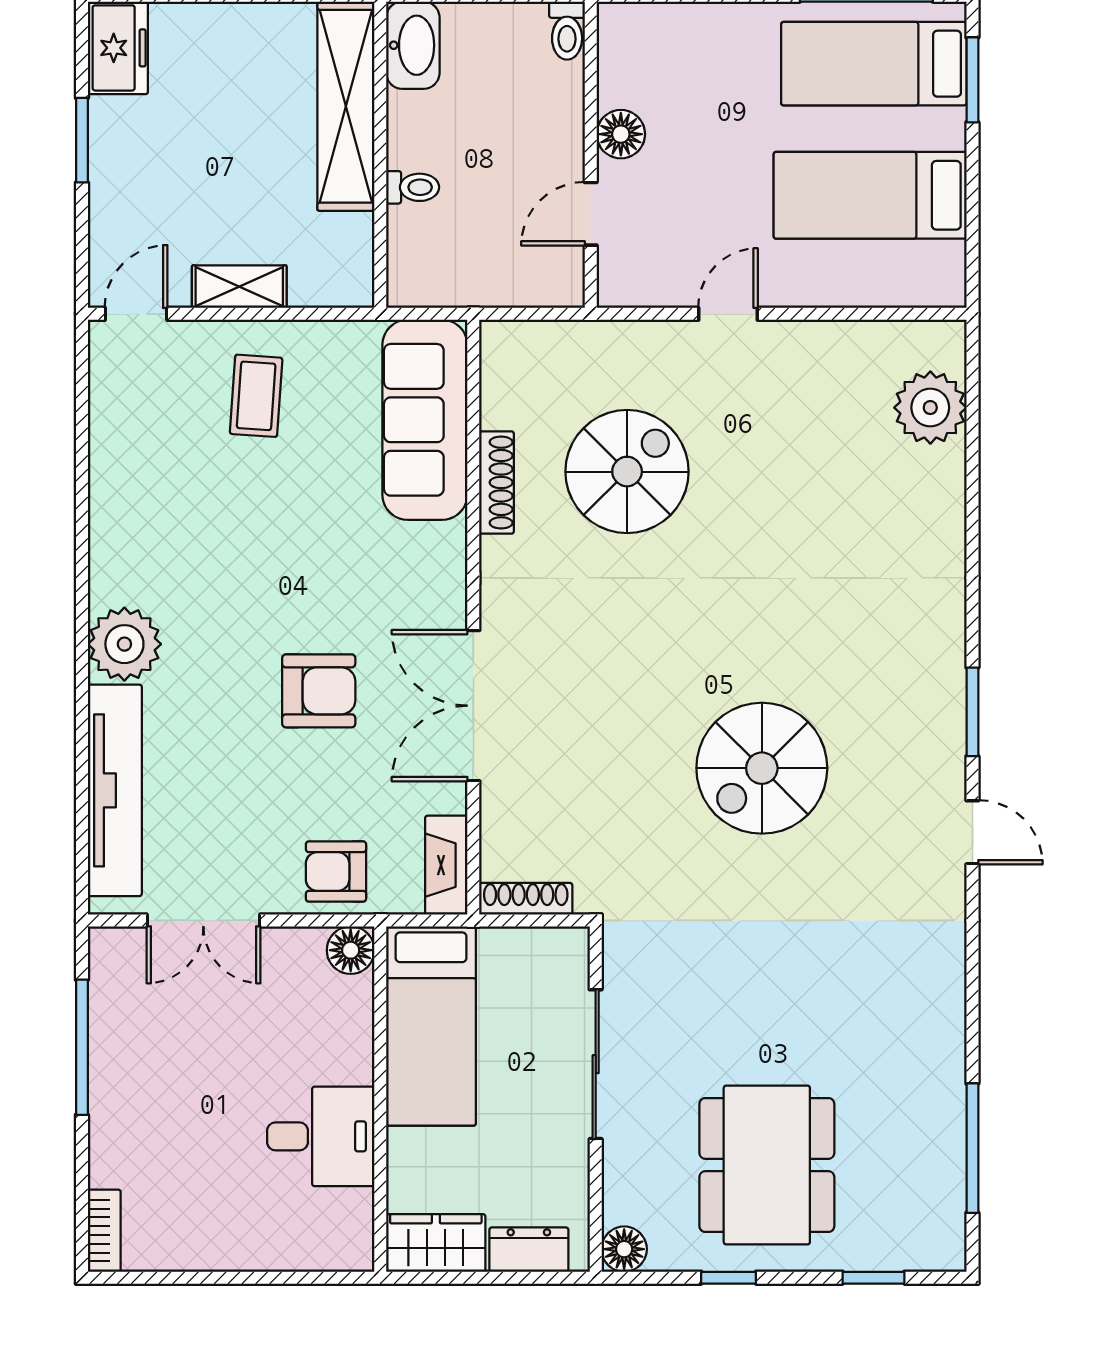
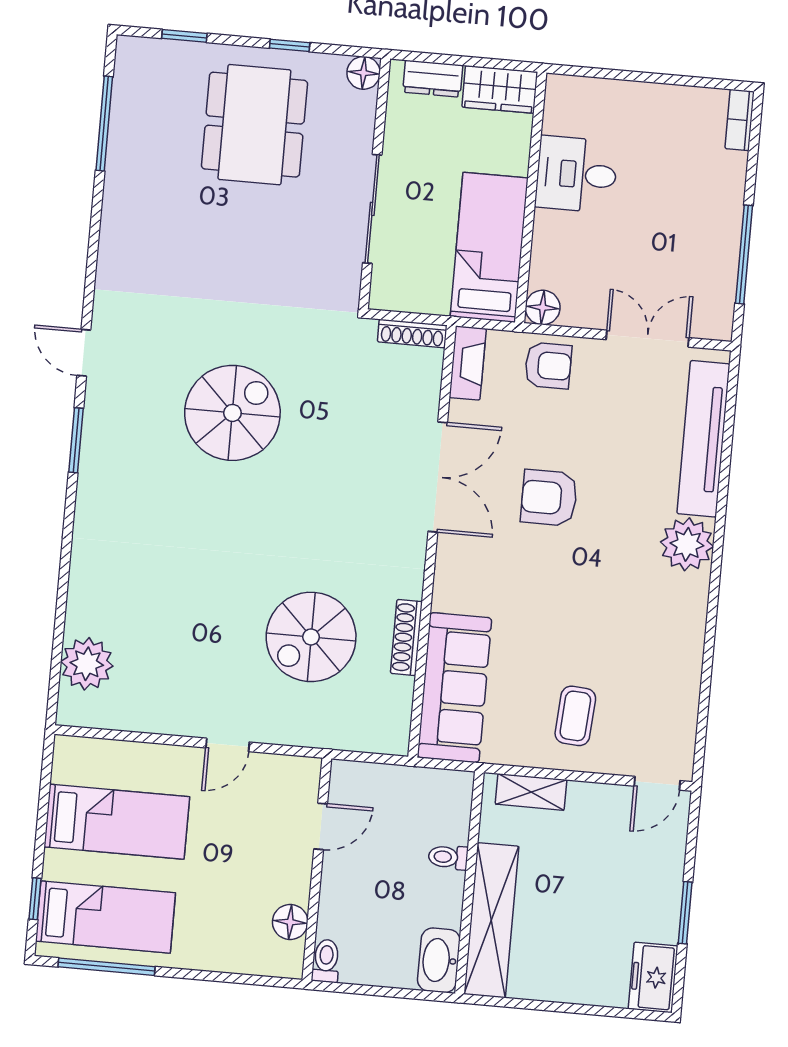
window: (972, 80) -> (35, 899), width x0.67
floor lamp: (621, 134) -> (290, 922), moved
shelving: (239, 287) -> (531, 792), moved

